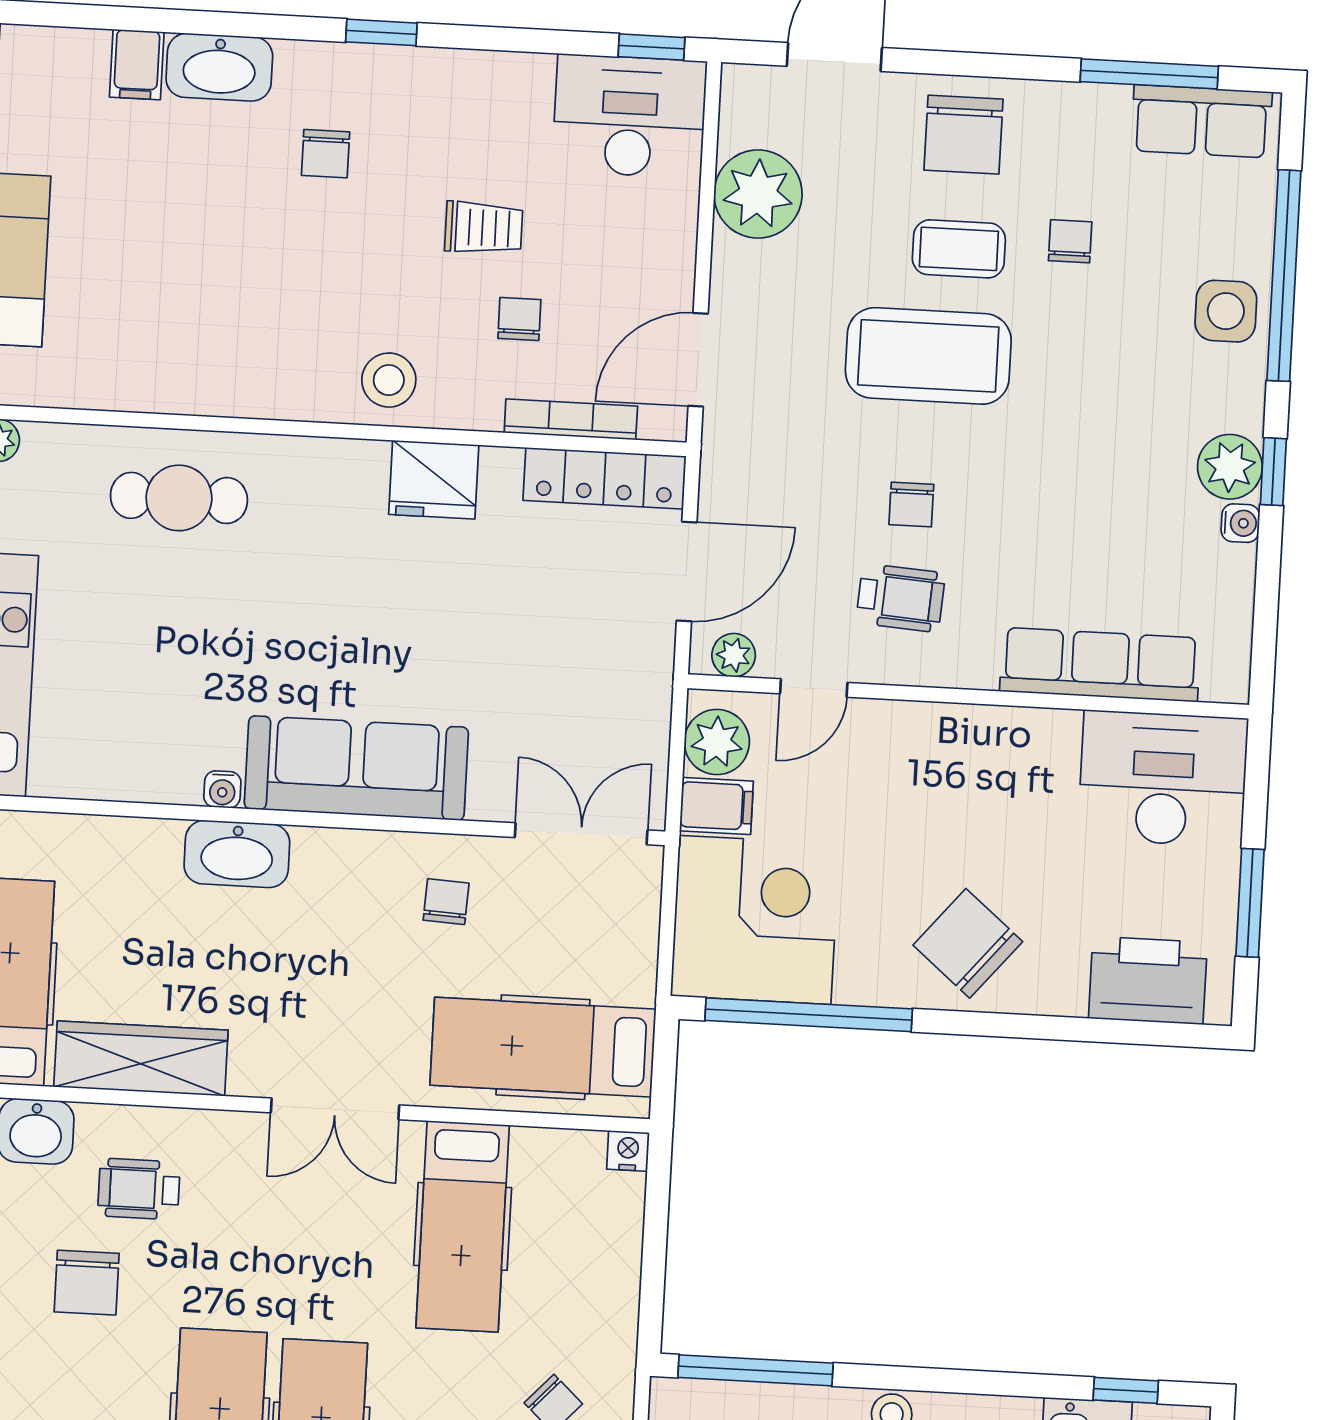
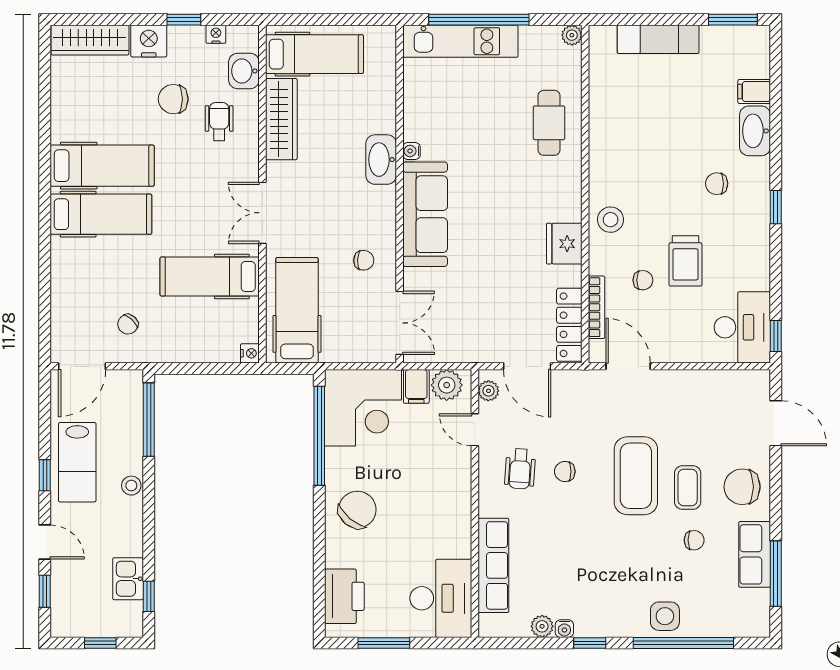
row of seats: (1202, 121) -> (755, 554), moved
plant: (758, 194) -> (709, 391), removed
trolley: (484, 228) -> (685, 261), width x1.36, depth x1.39
plant: (1230, 467) -> (542, 626), moved, width x0.73, depth x0.73

